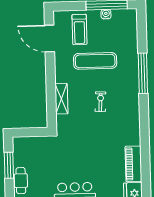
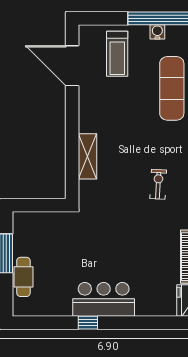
exercise mat: (95, 61) -> (172, 88), moved, turned 90
exercise bike: (100, 102) -> (158, 184), moved

